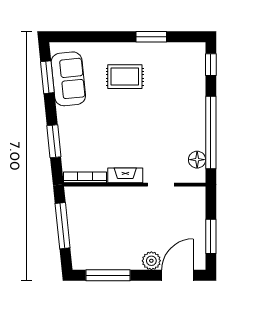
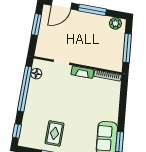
rug: (125, 77) -> (55, 133), moved, turned 90
window: (54, 141) -> (123, 101), removed
plant: (151, 261) -> (115, 23), moved
window: (108, 275) -> (92, 10), moved

